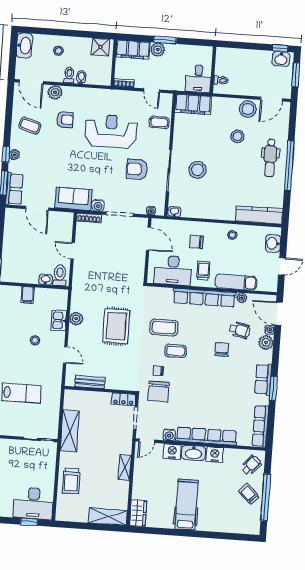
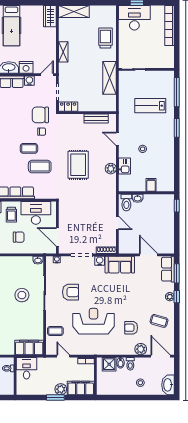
shower: (100, 47) -> (109, 364), moved
reception desk: (111, 131) -> (94, 321), turned 180
chair: (159, 391) -> (40, 115), turned -90

